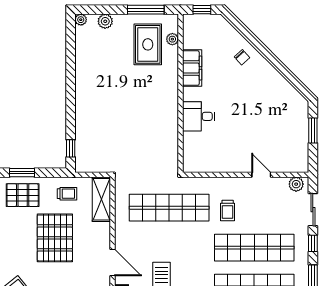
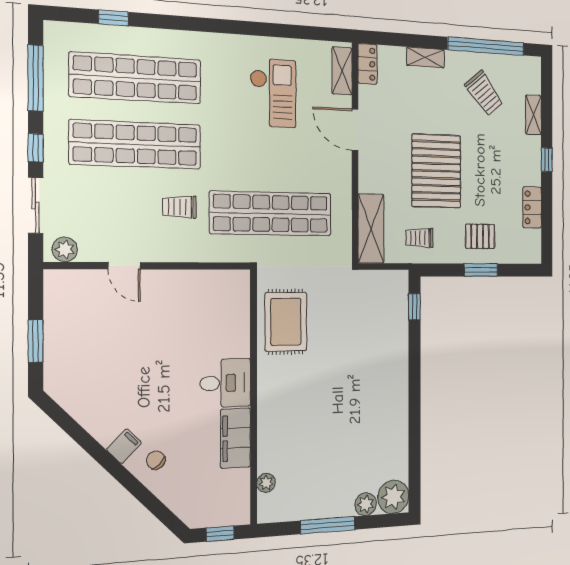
window: (146, 10) -> (328, 525), moved
plant: (81, 20) -> (393, 497), width x1.87, depth x1.87
rug: (148, 44) -> (286, 322), moved
filing cabinet: (261, 66) -> (124, 446), added
desk: (199, 116) -> (225, 383), moved
pallet: (23, 195) -> (480, 236), width x0.67, depth x0.71
trolley: (228, 211) -> (179, 207), turned -90

